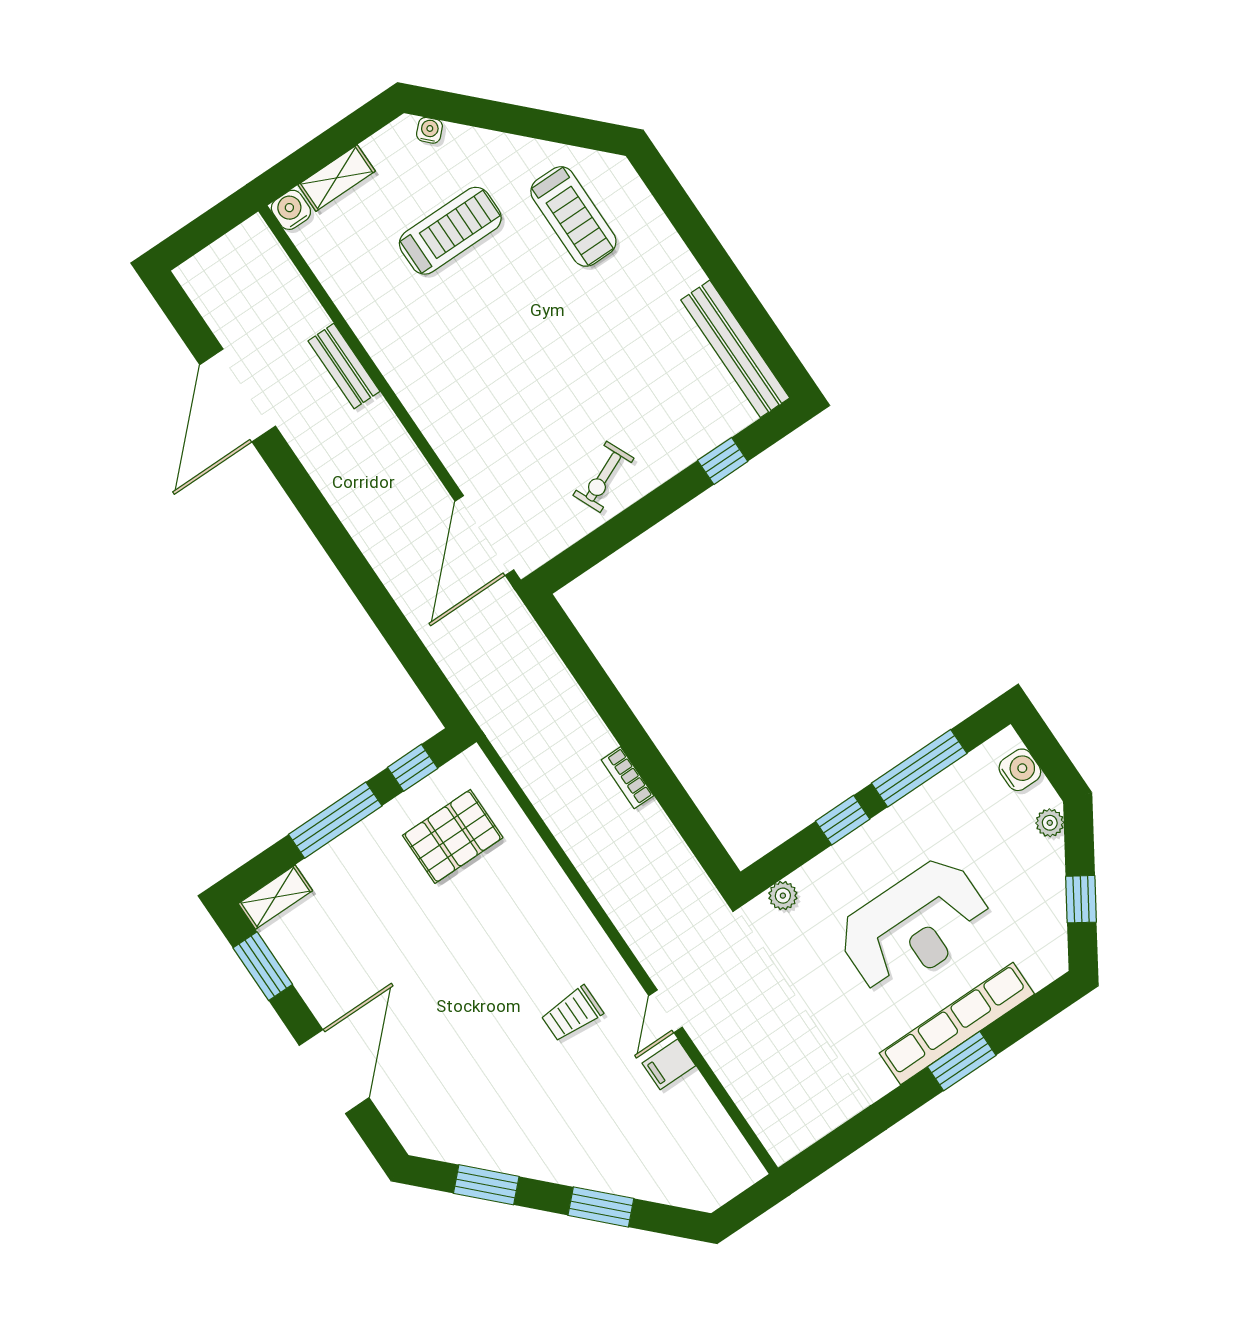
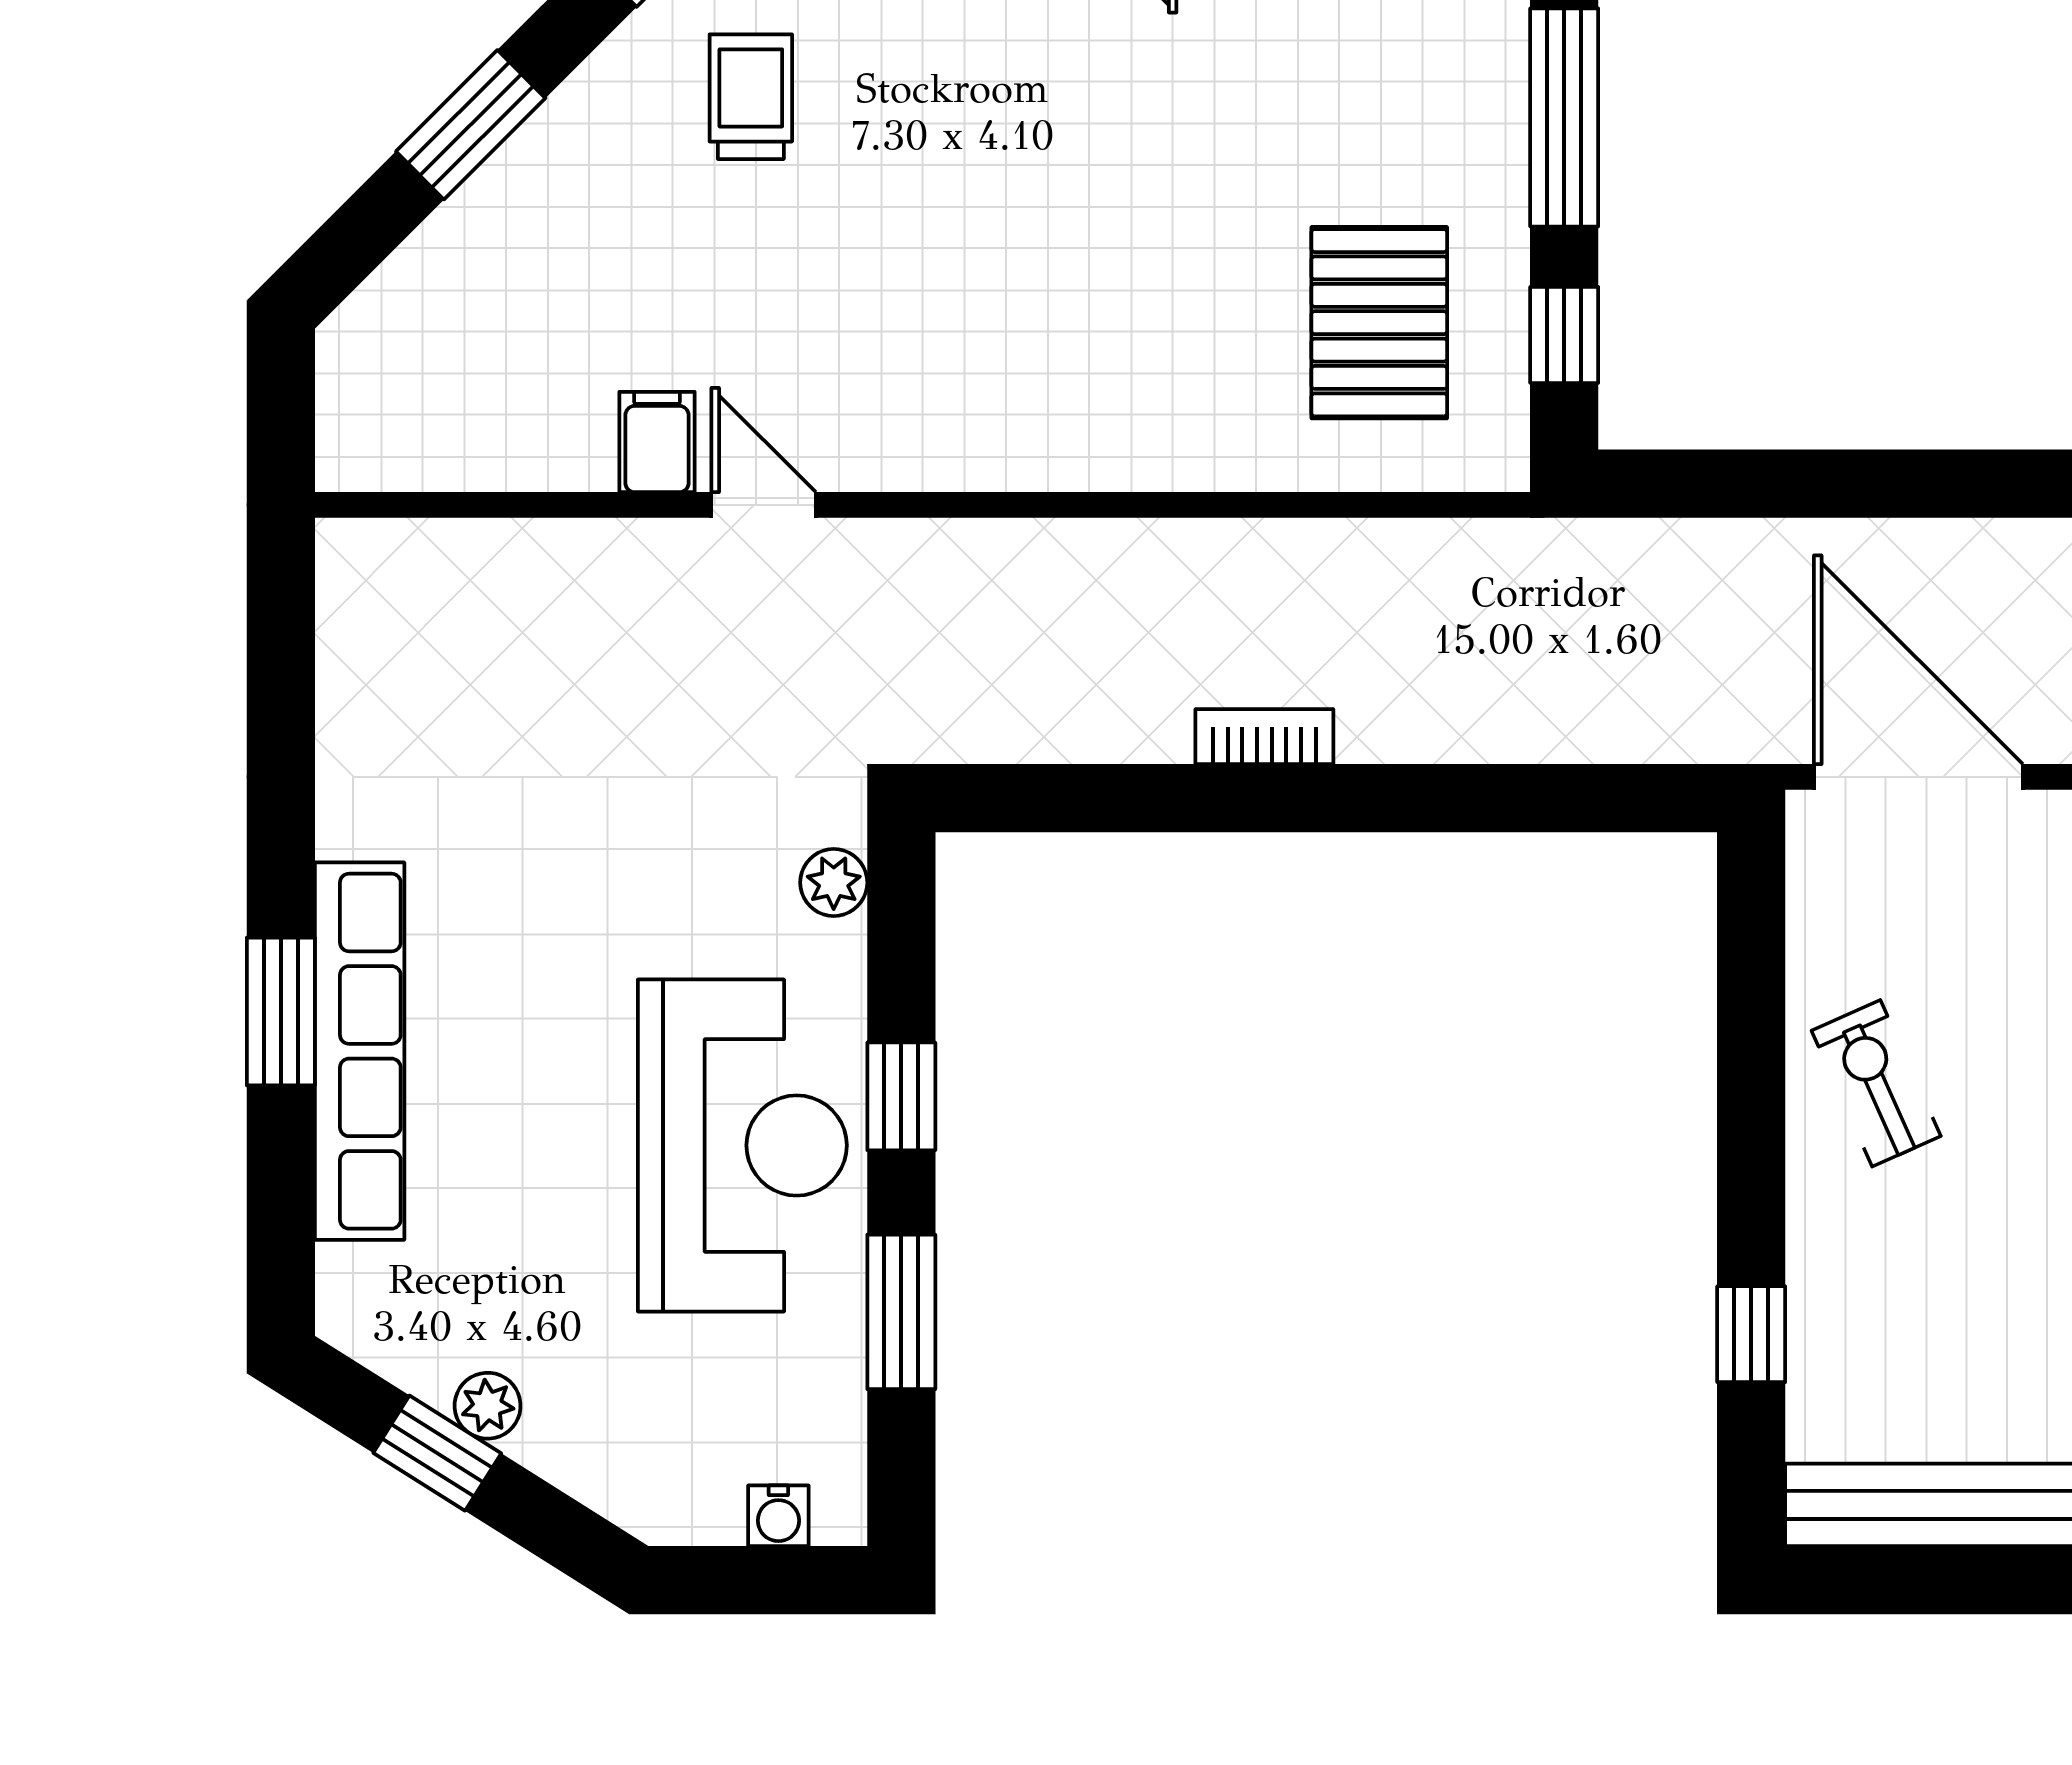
window: (919, 768) -> (901, 1312), width x0.69
water cooler: (1020, 770) -> (778, 1516), width x0.72, depth x0.72
plant: (1050, 823) -> (488, 1406), moved
reception desk: (914, 926) -> (742, 1145), moved, turned 180
trolley: (572, 1014) -> (751, 97), moved

